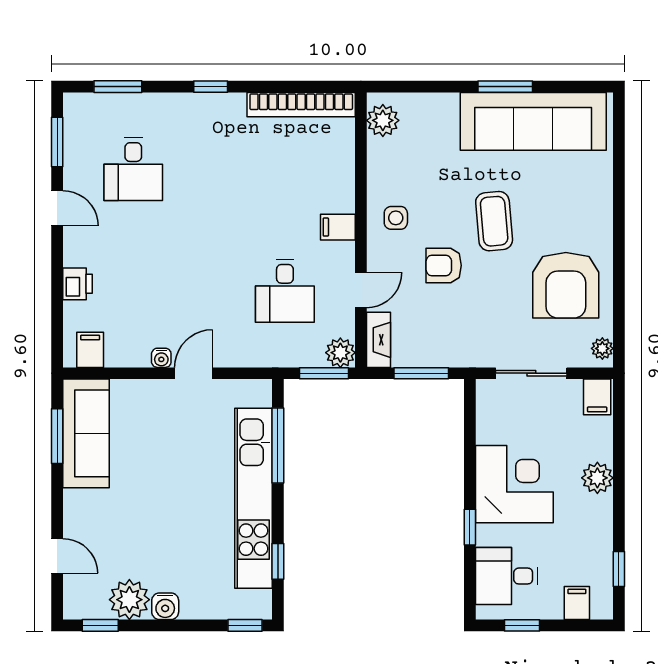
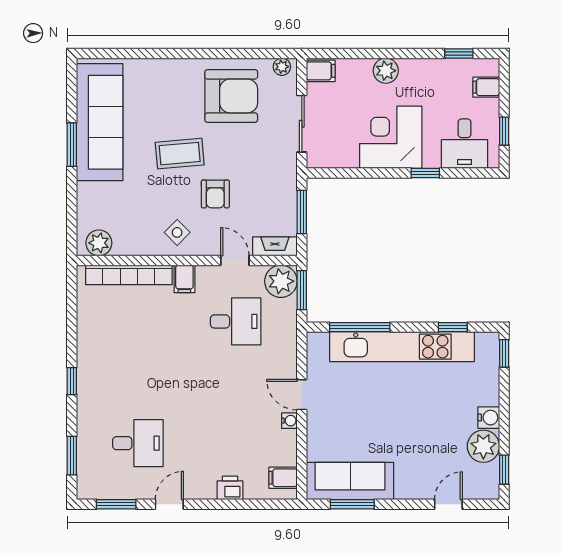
bookcase: (301, 105) -> (129, 275), moved, turned 90
side table: (396, 218) -> (177, 232), turned 45
plant: (340, 353) -> (281, 281), width x1.36, depth x1.36

